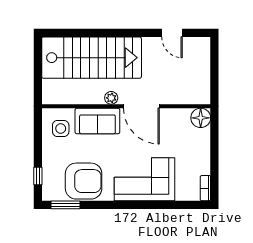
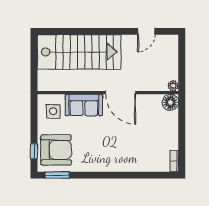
door: (172, 33) -> (146, 31), hinge flipped
plant: (111, 98) -> (173, 86), moved
corner sofa: (144, 179) -> (123, 154), removed
armchair: (84, 181) -> (56, 150), moved

